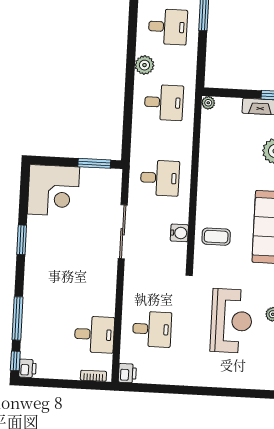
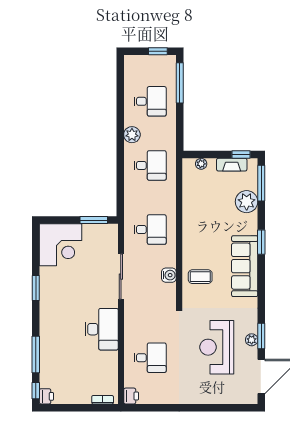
plant: (208, 103) -> (201, 164), moved
reception desk: (231, 321) -> (217, 347), turned 180
desk: (94, 334) -> (102, 329), moved, width x1.37

